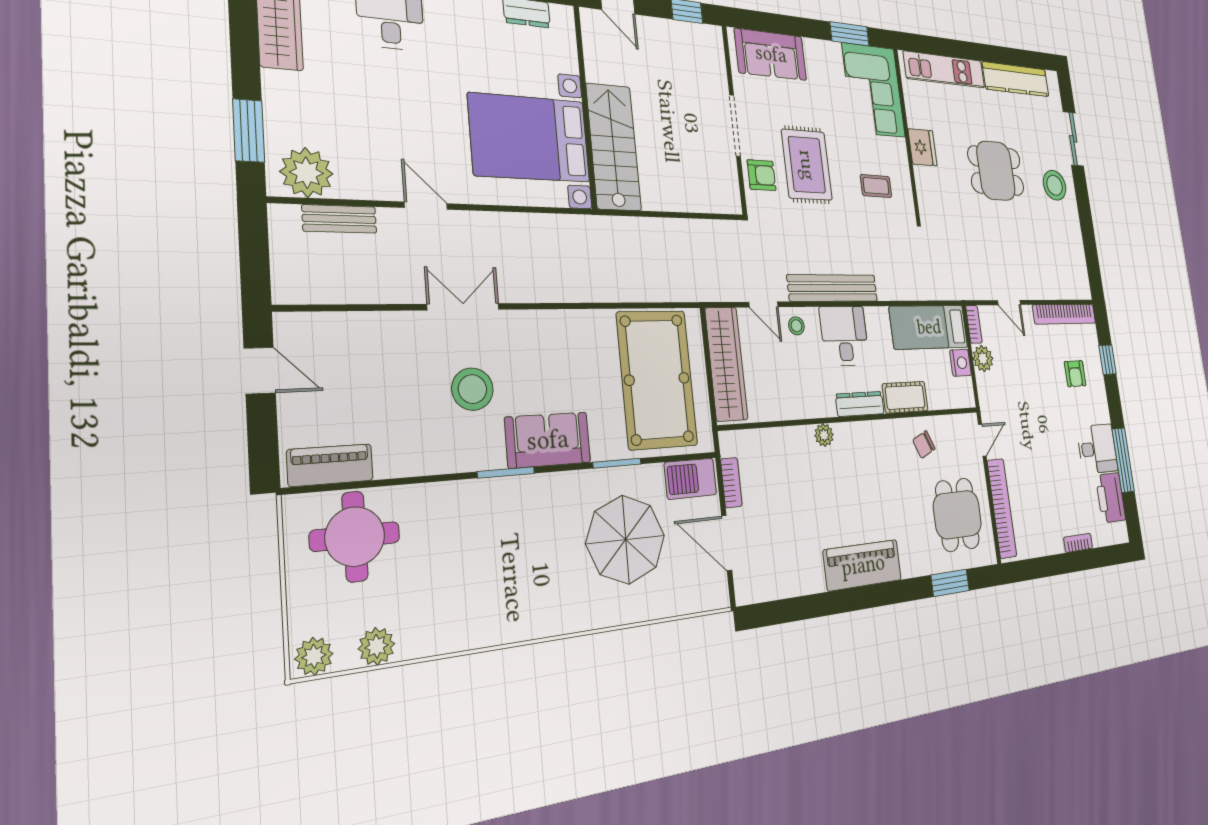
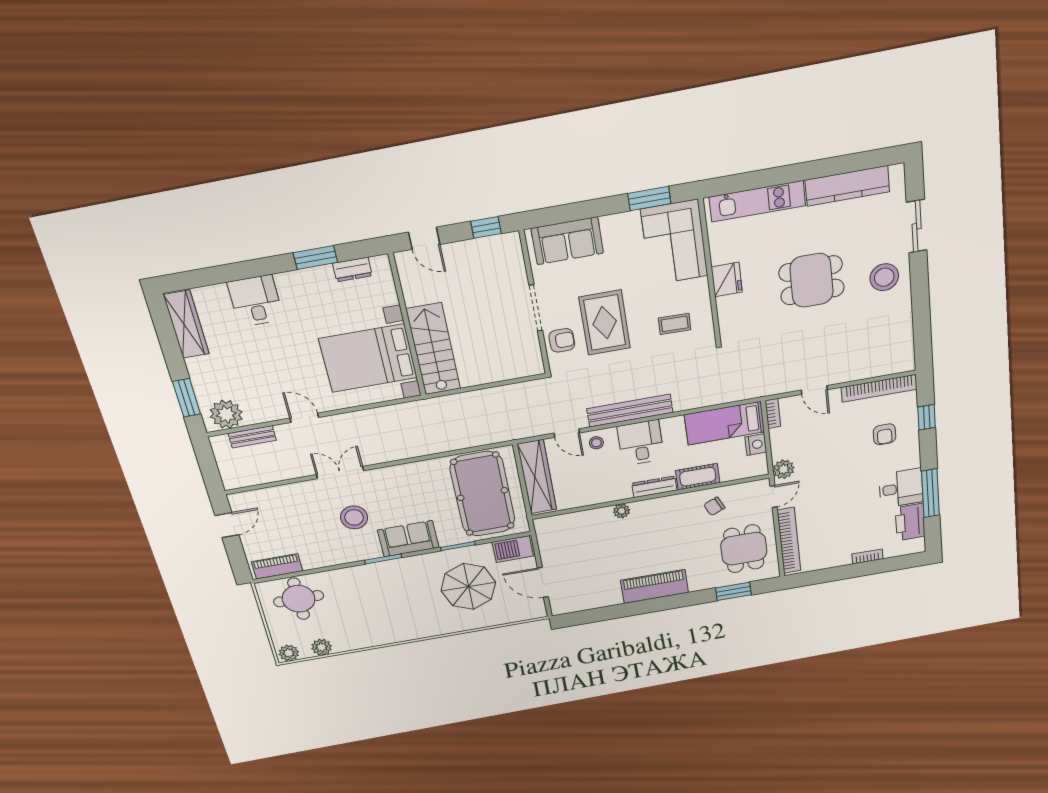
plant: (983, 358) -> (783, 469), moved
door: (260, 371) -> (227, 525), hinge flipped
bookcase: (731, 483) -> (545, 548), removed

